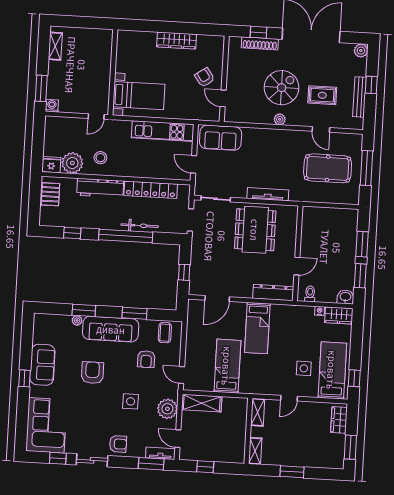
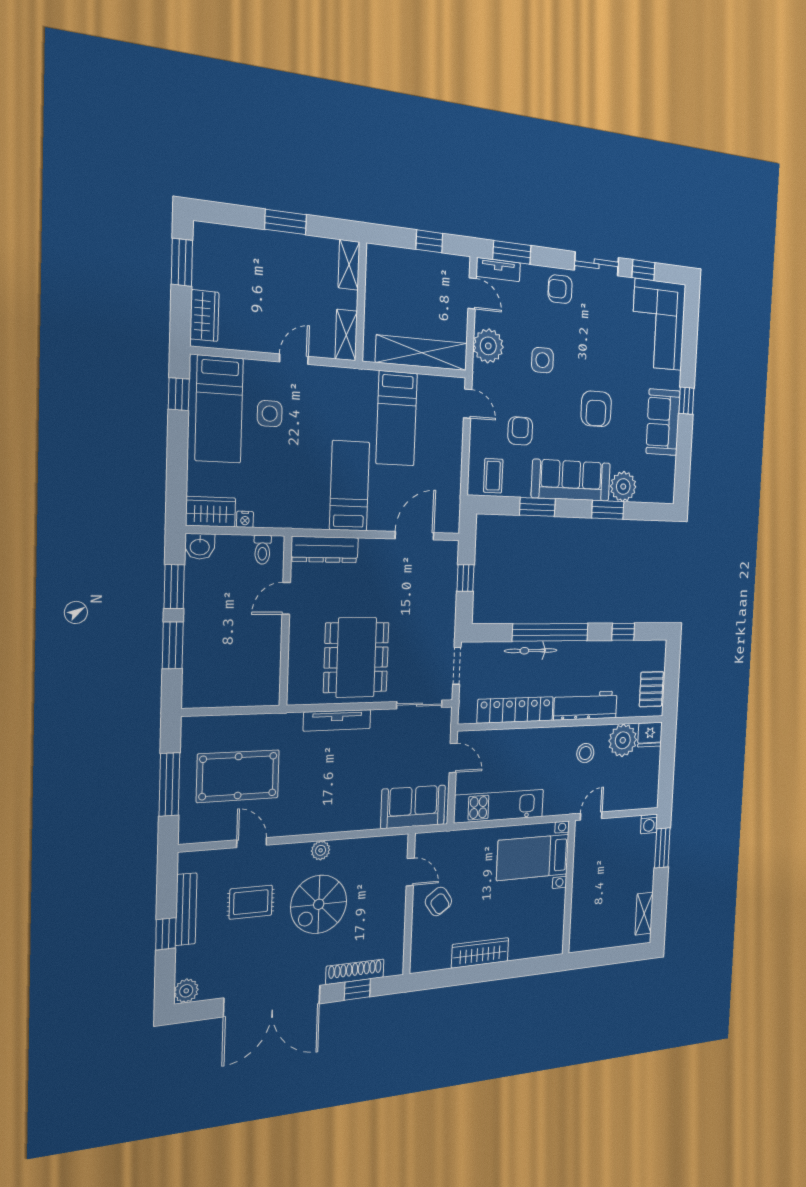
plant: (77, 320) -> (623, 487), width x1.88, depth x1.88
shelving: (202, 403) -> (422, 353), width x1.47

